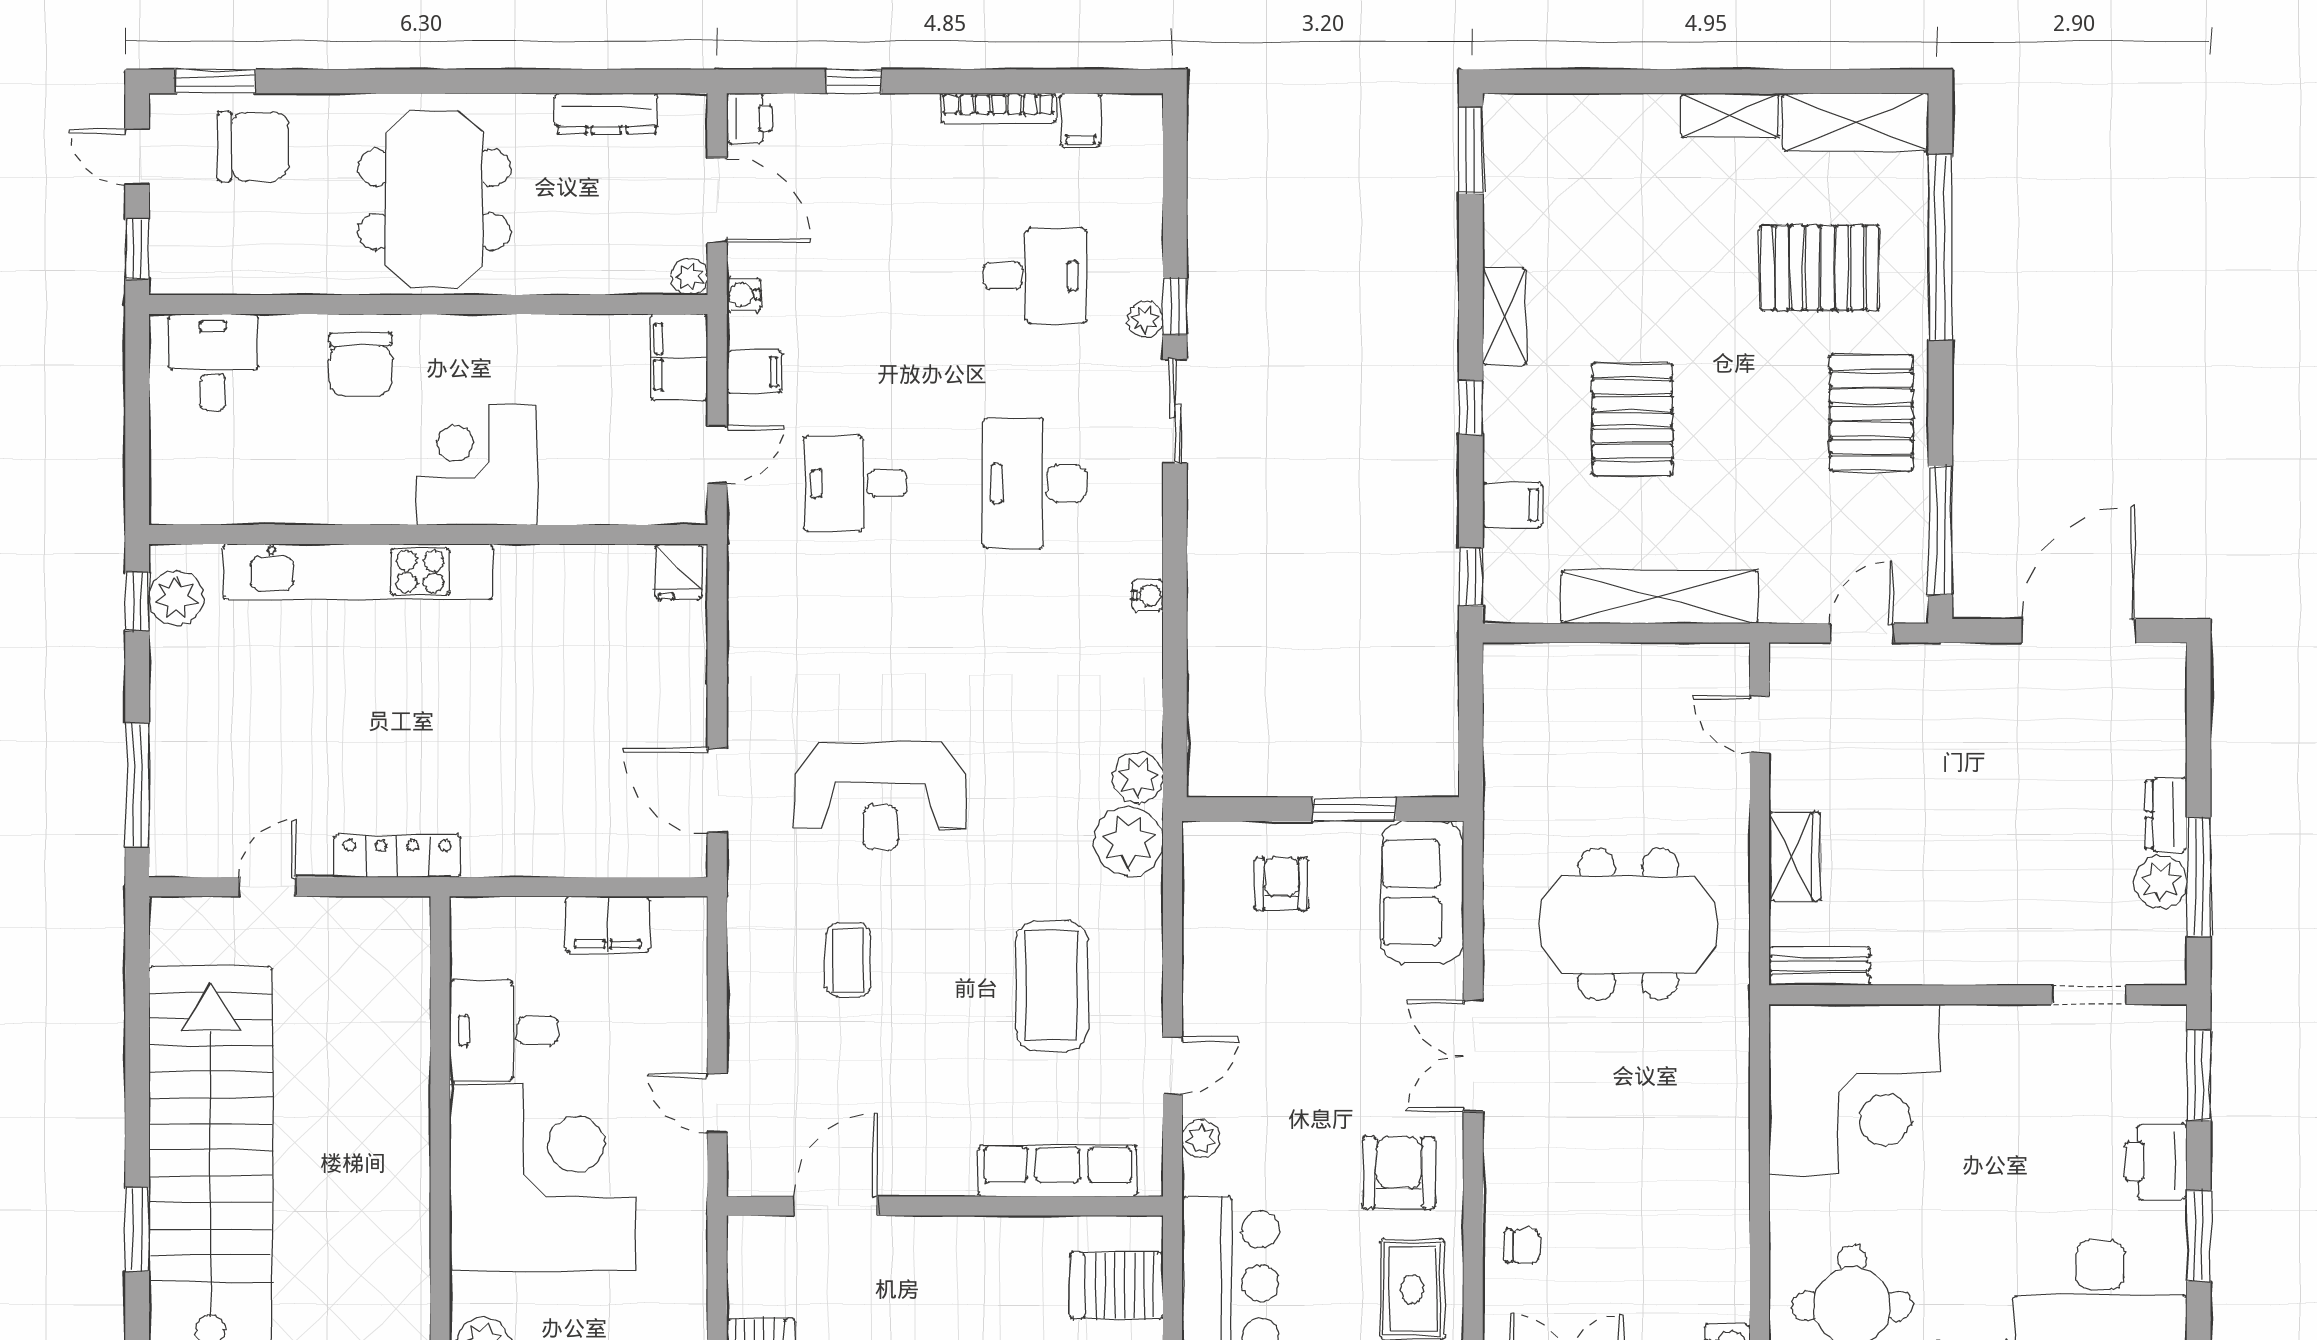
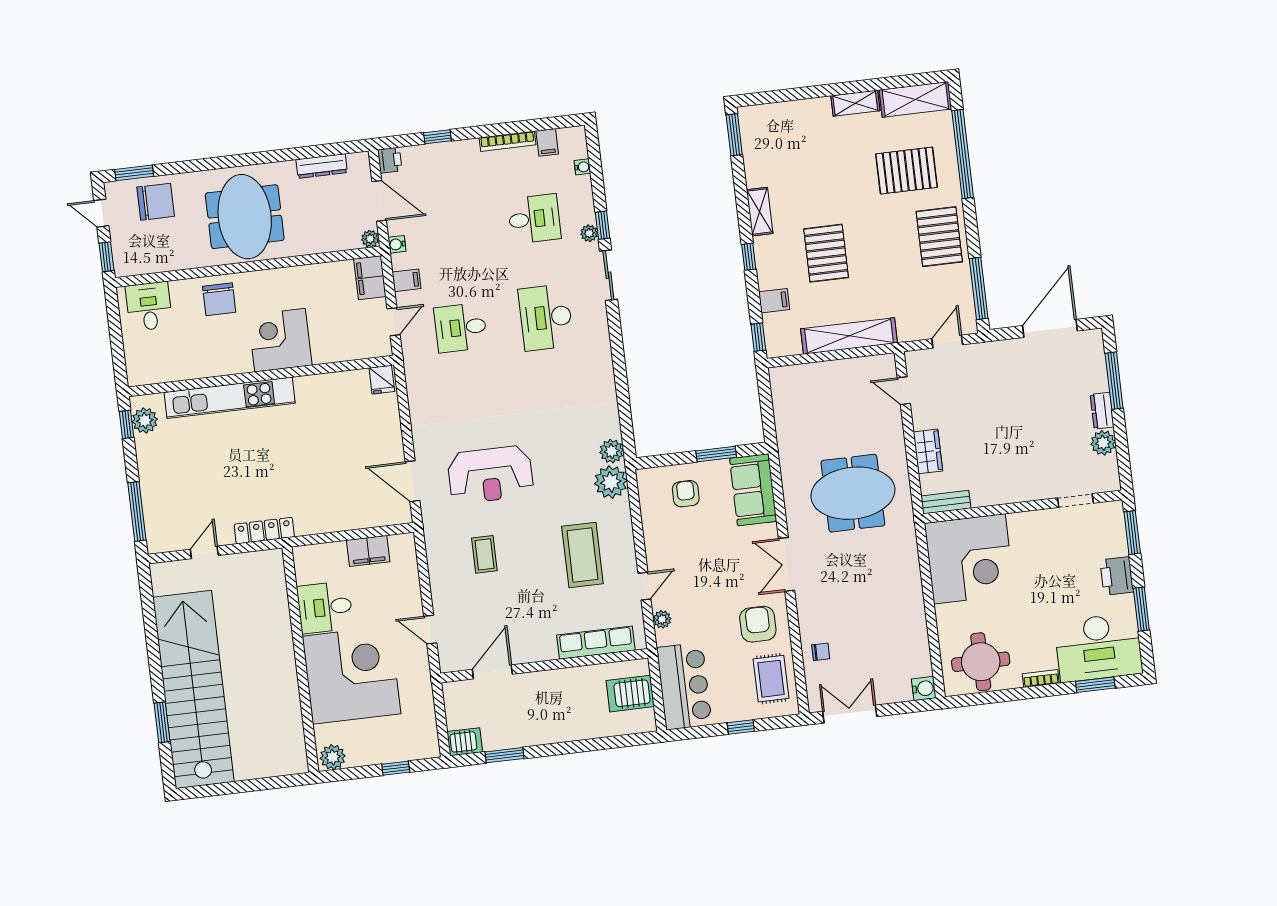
water cooler: (1148, 595) -> (582, 167), moved
window: (2199, 877) -> (1114, 381), moved

